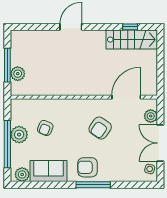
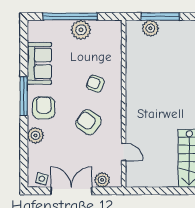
door: (126, 97) -> (124, 152), width x0.53
armchair: (45, 128) -> (95, 84), moved
plant: (22, 174) -> (35, 135), moved
window: (93, 185) -> (24, 96), moved

